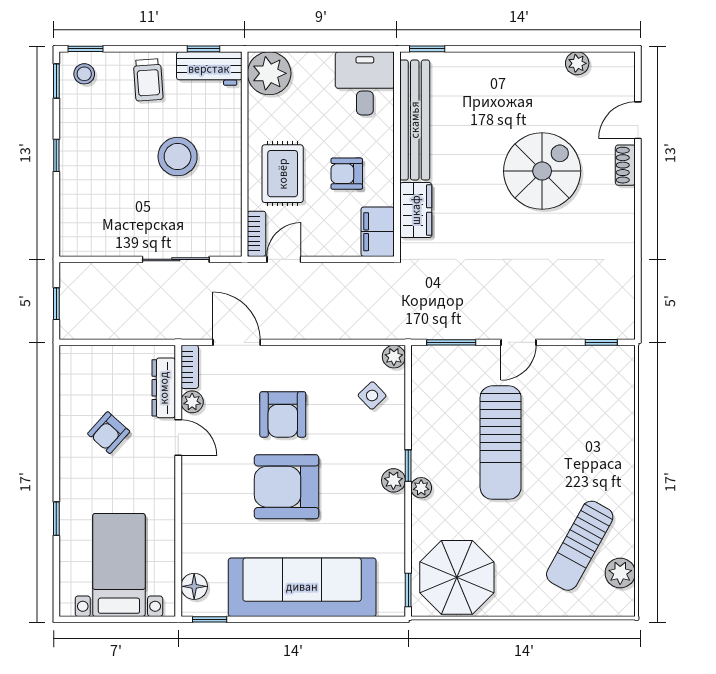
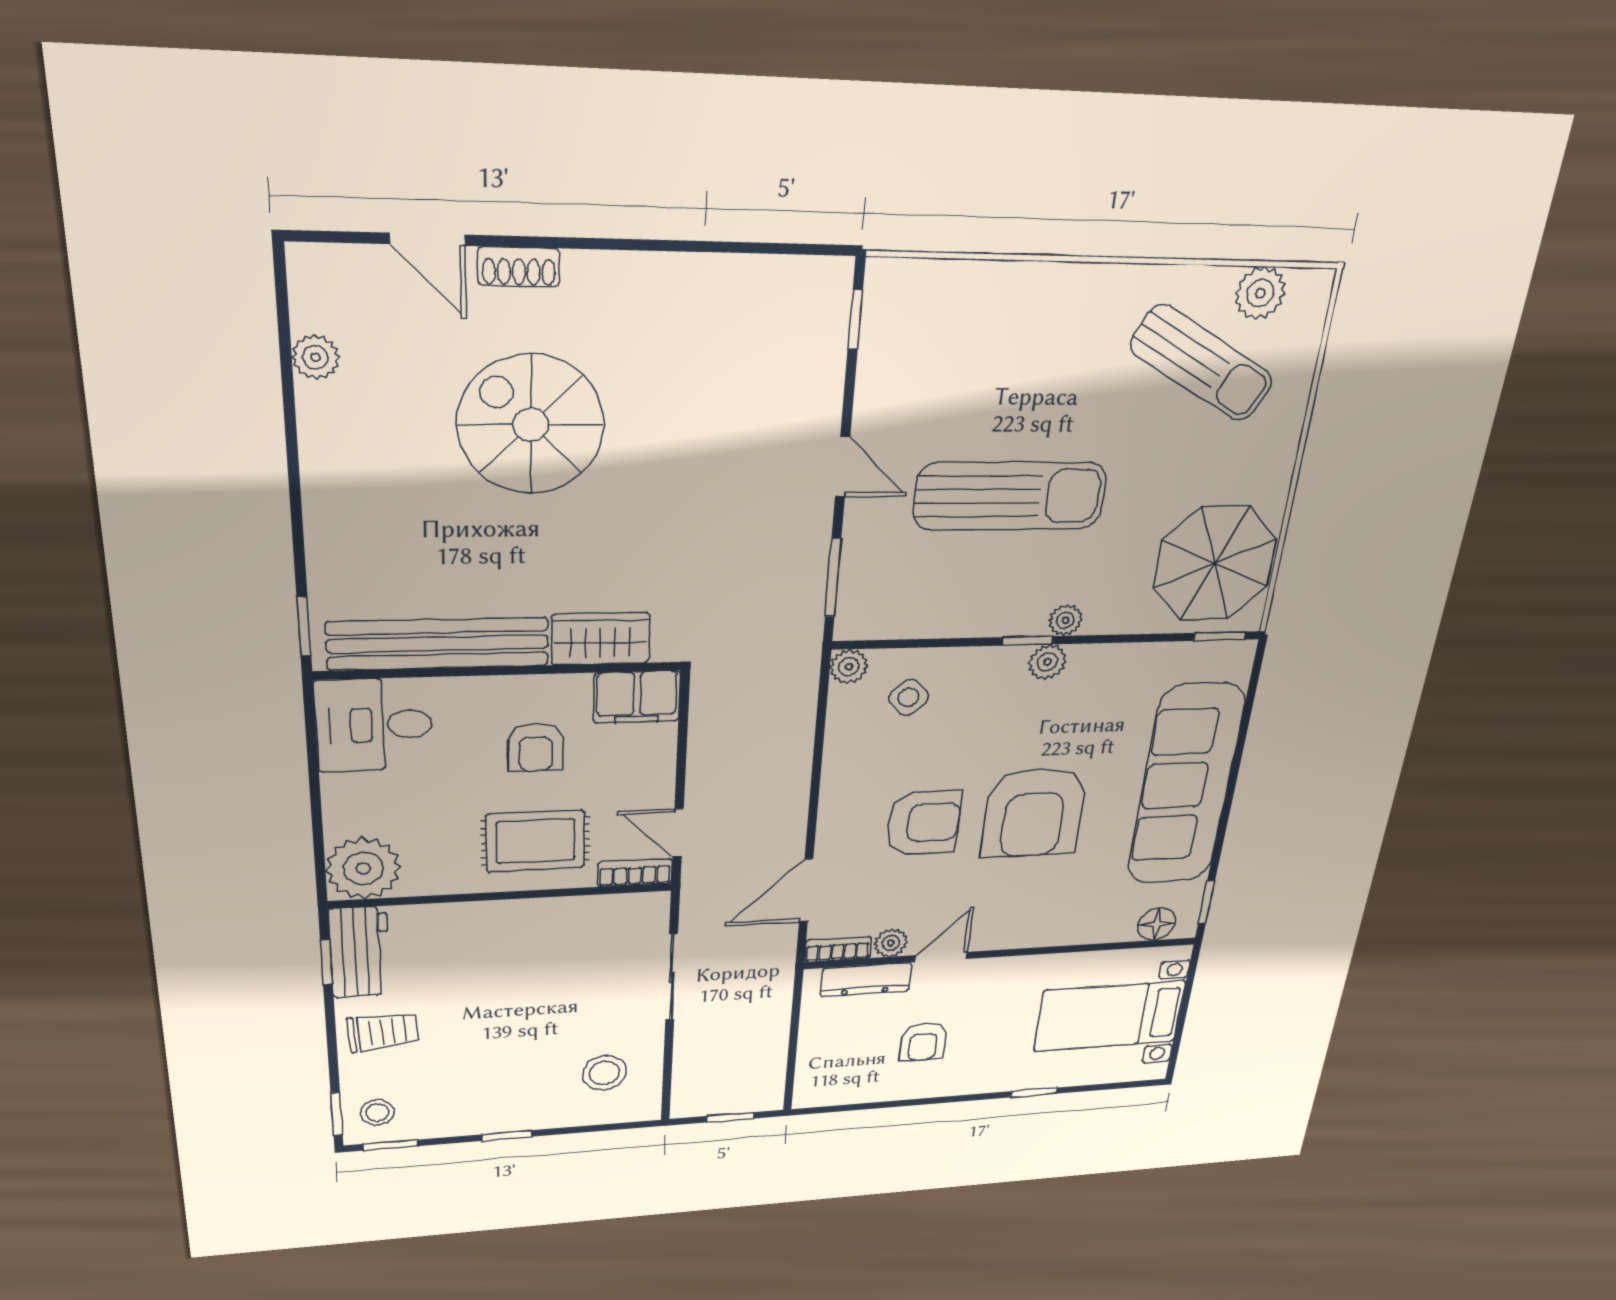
stool: (178, 157) -> (604, 1073), moved, width x0.73, depth x0.73
armchair: (109, 433) -> (923, 1042), turned 48

